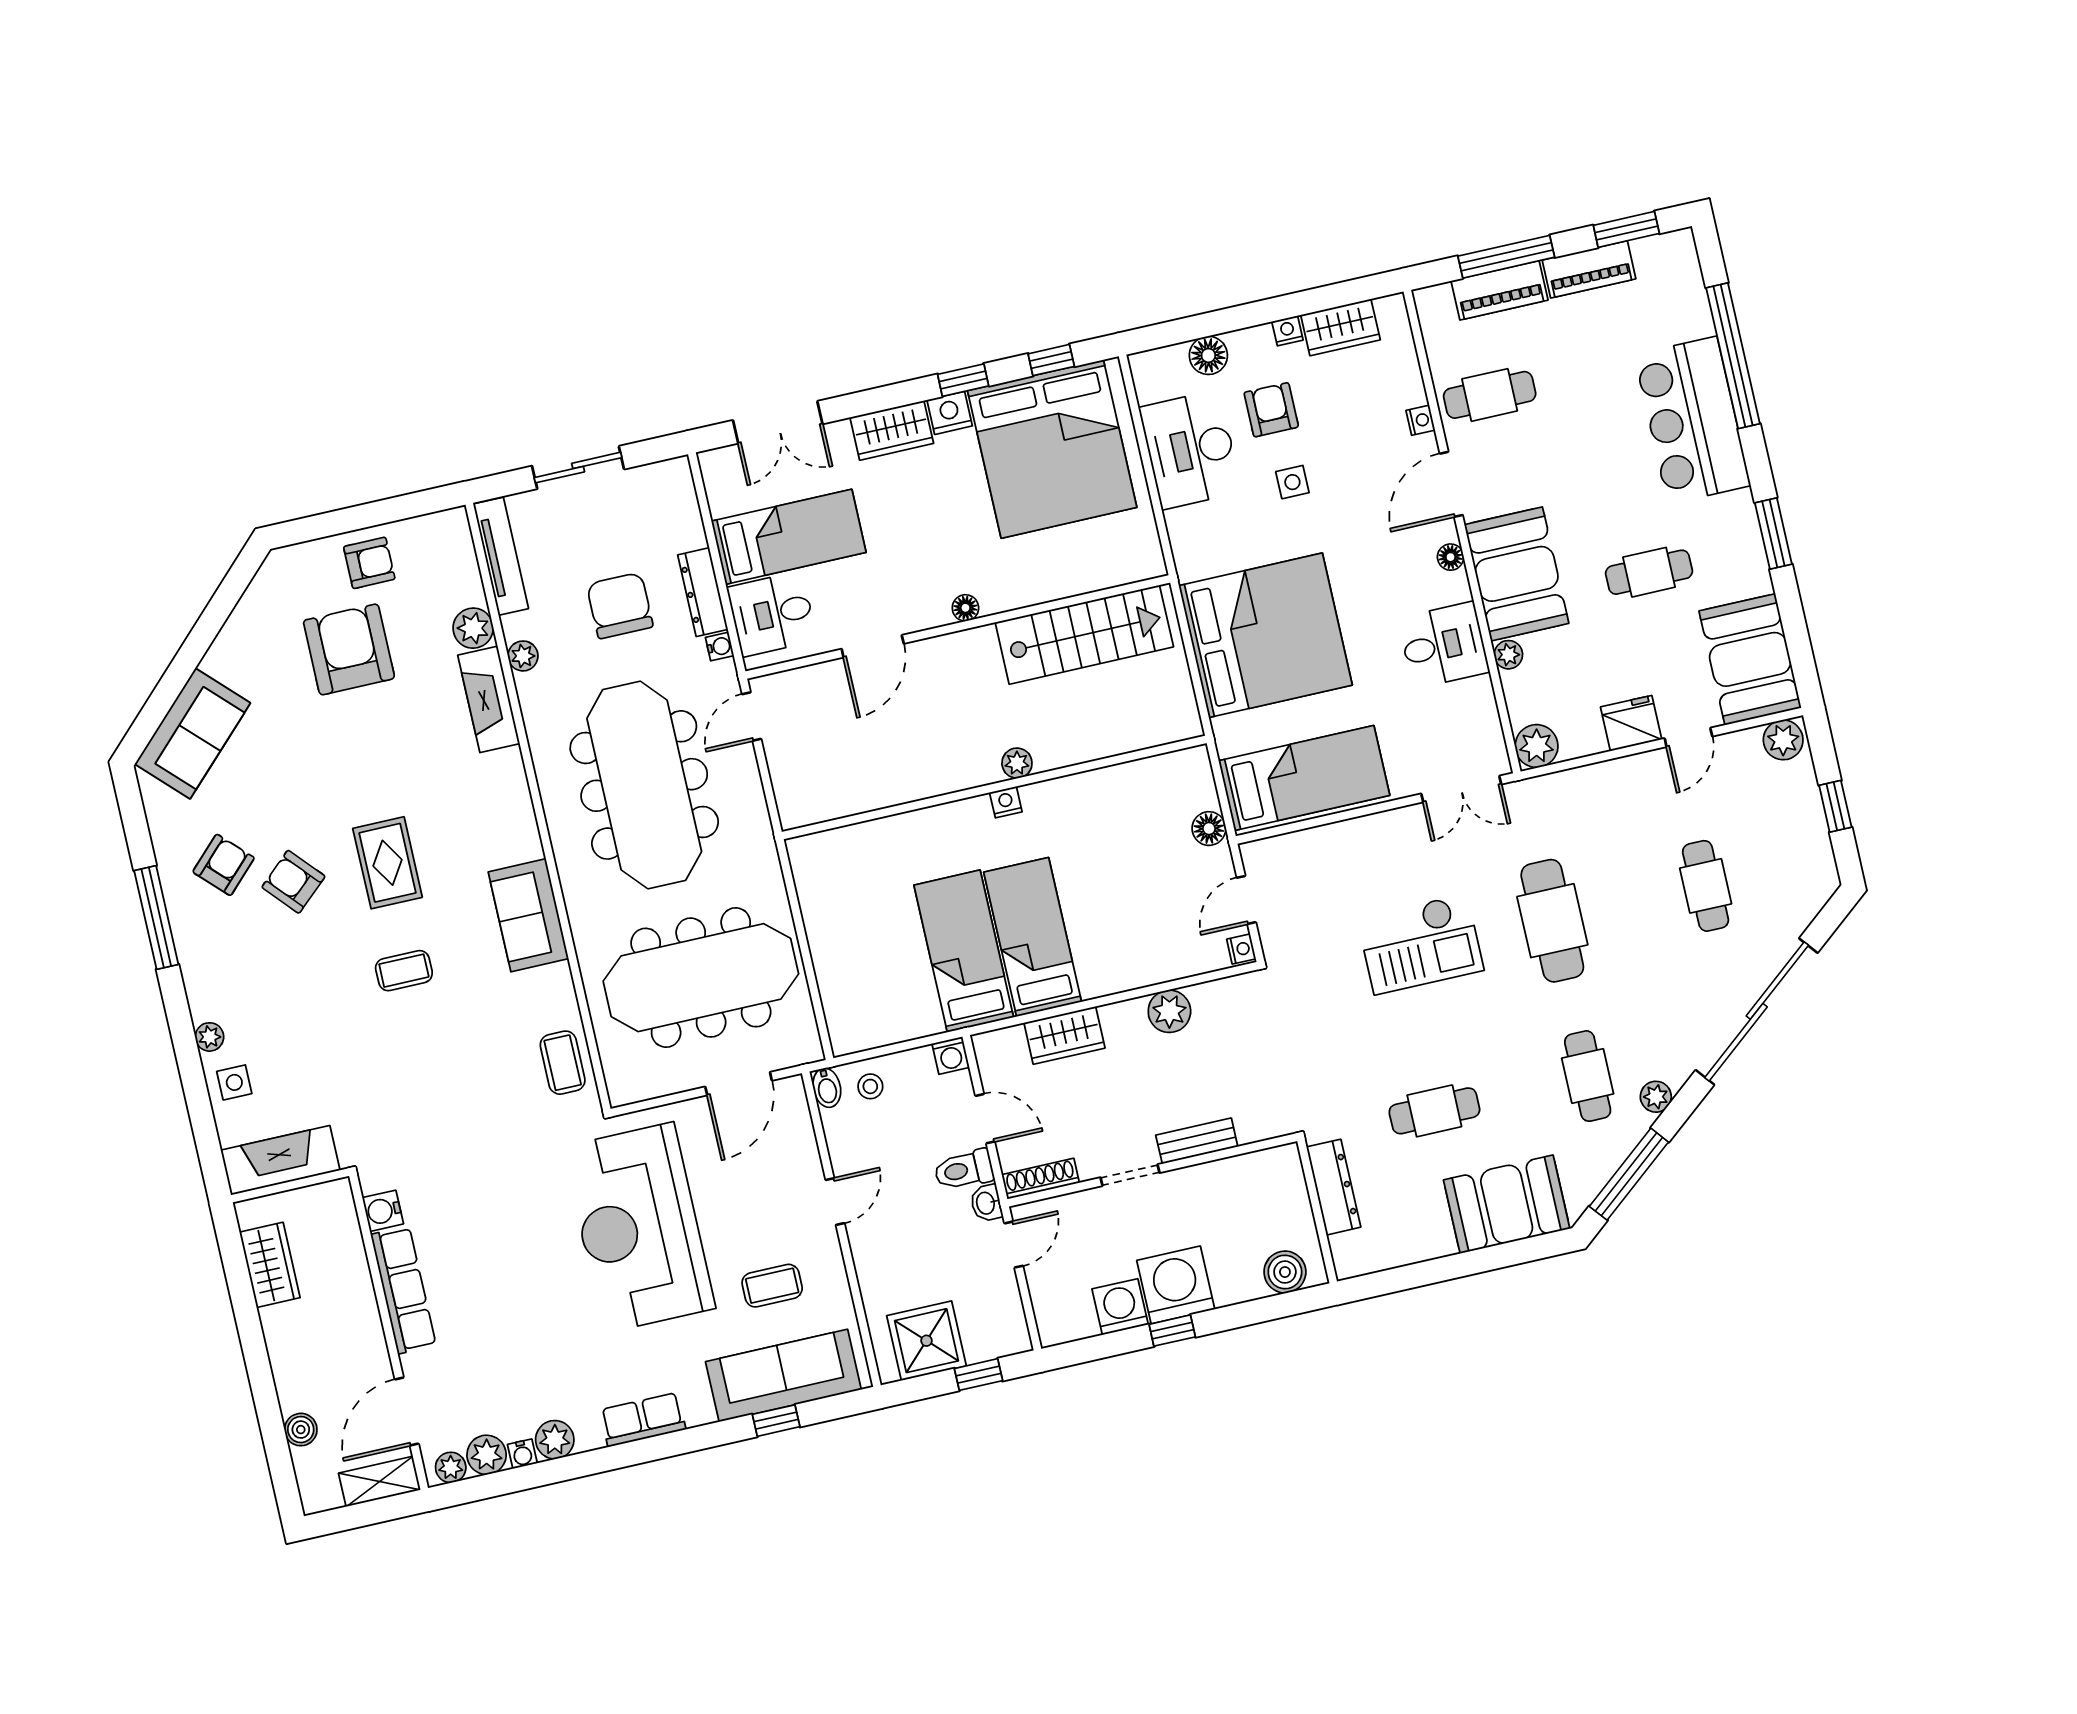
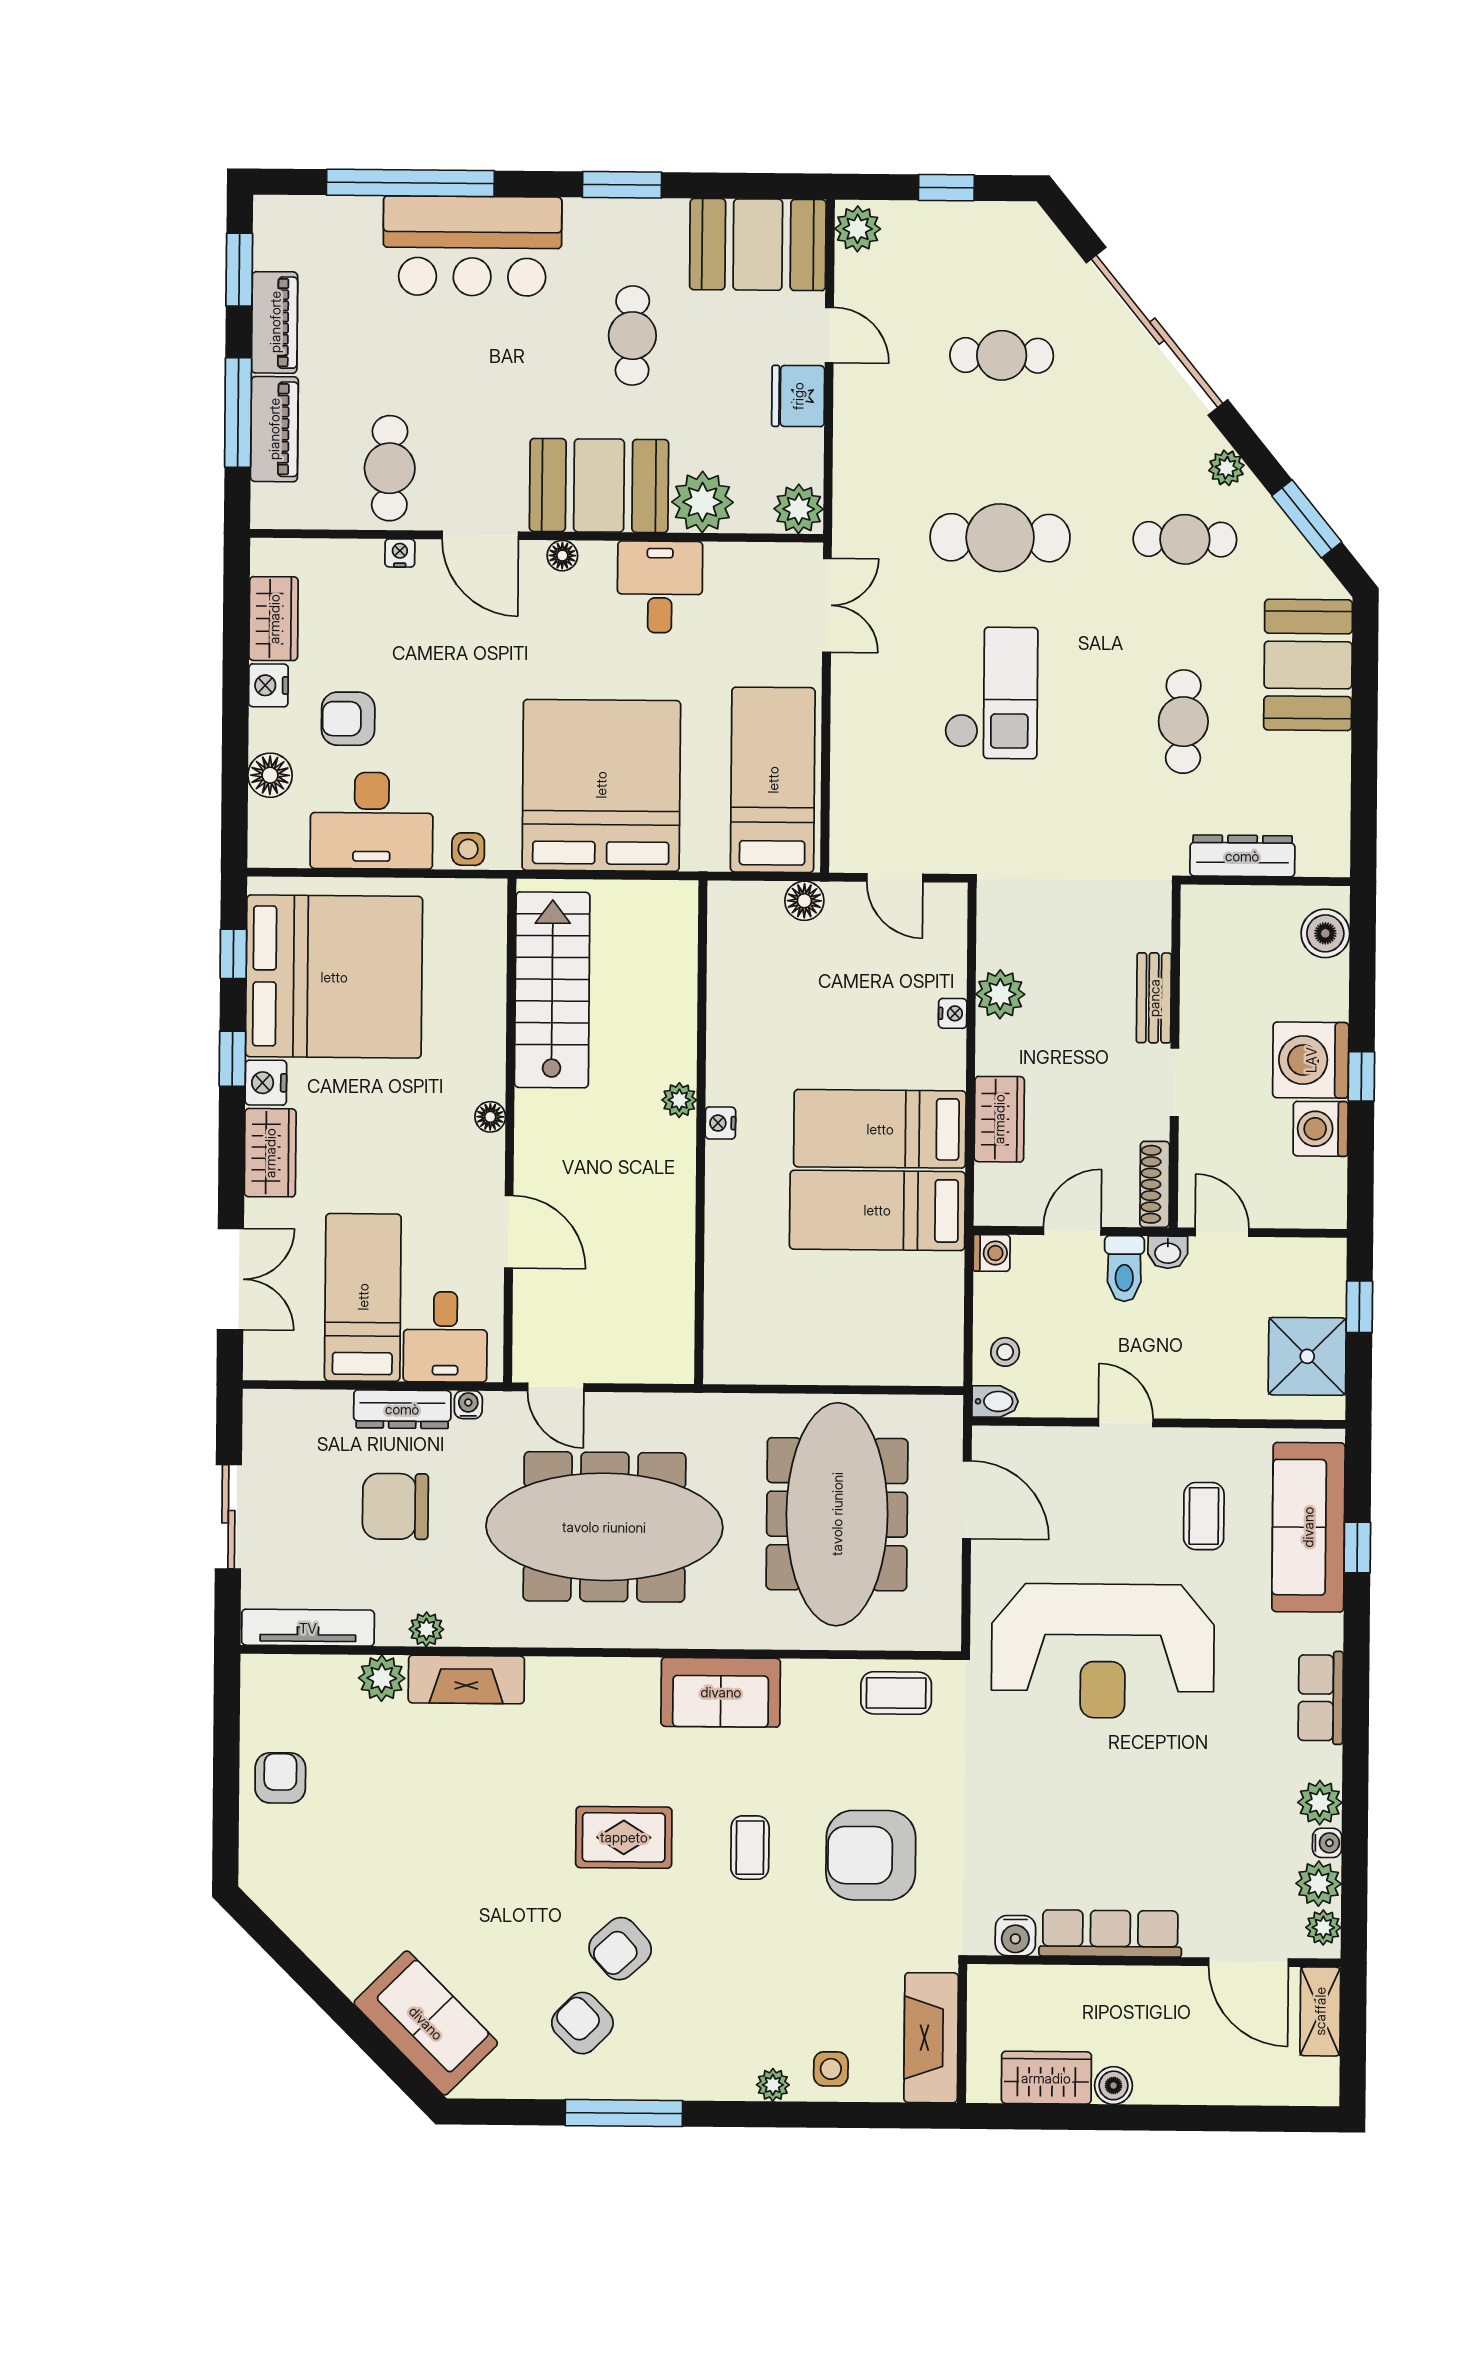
nightstand: (1287, 331) -> (268, 685), width x1.39, depth x1.35
side table: (1292, 482) -> (468, 849), moved
armchair: (349, 649) -> (871, 1855), moved
plant: (1508, 655) -> (702, 502), width x1.88, depth x1.88
nightstand: (1241, 949) -> (953, 1013), moved, turned 90
window: (1629, 1174) -> (1307, 519), width x0.69
boiler: (301, 1430) -> (1113, 2085), moved

